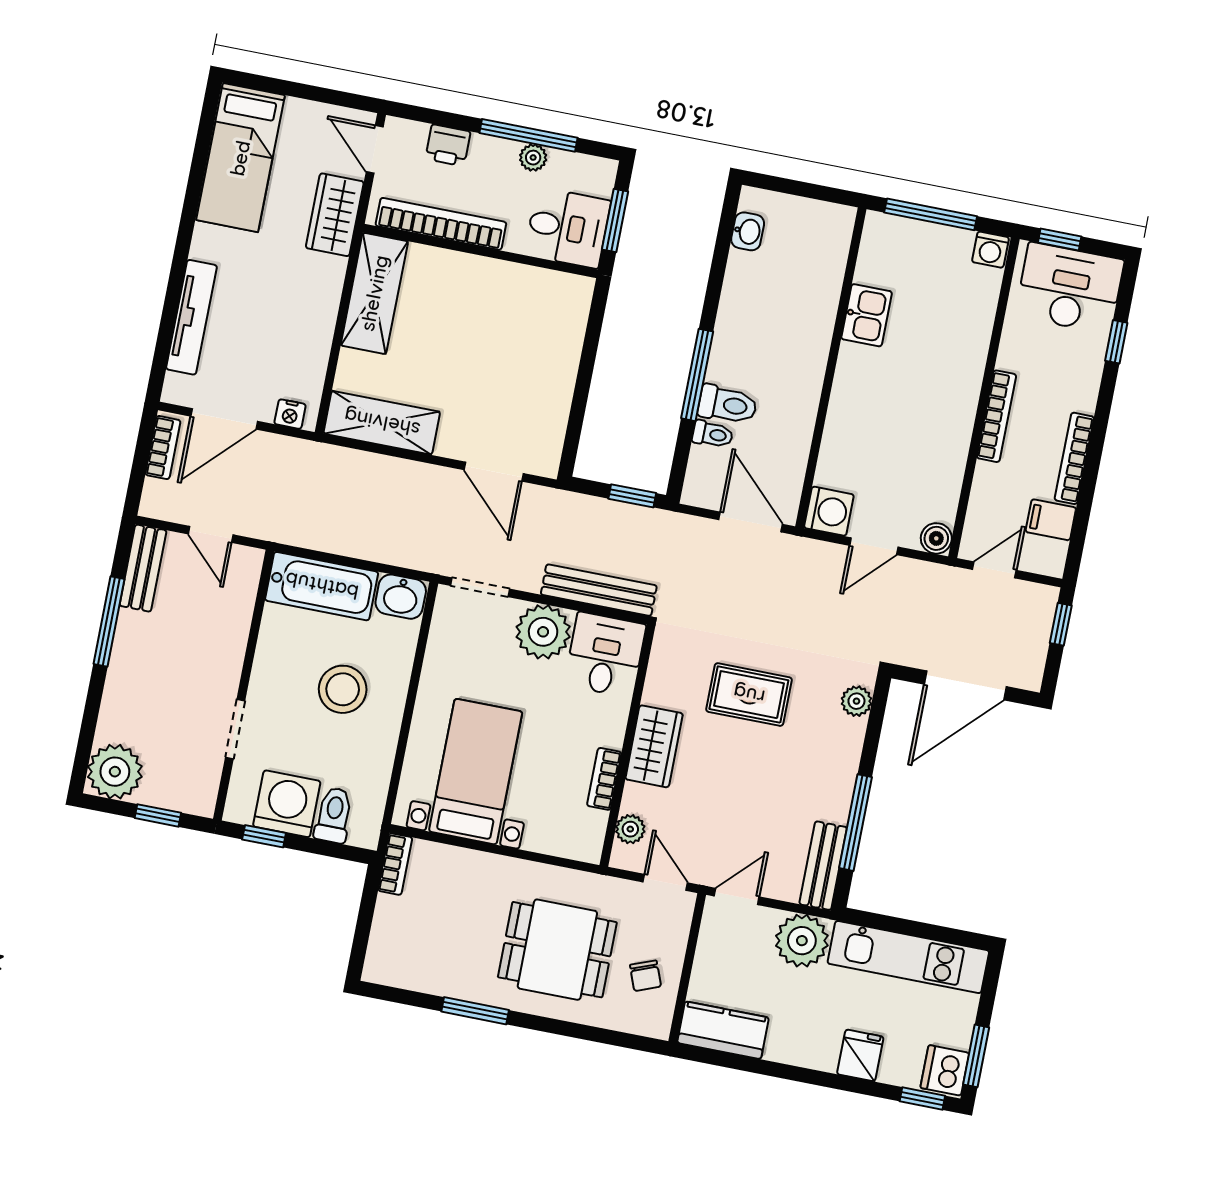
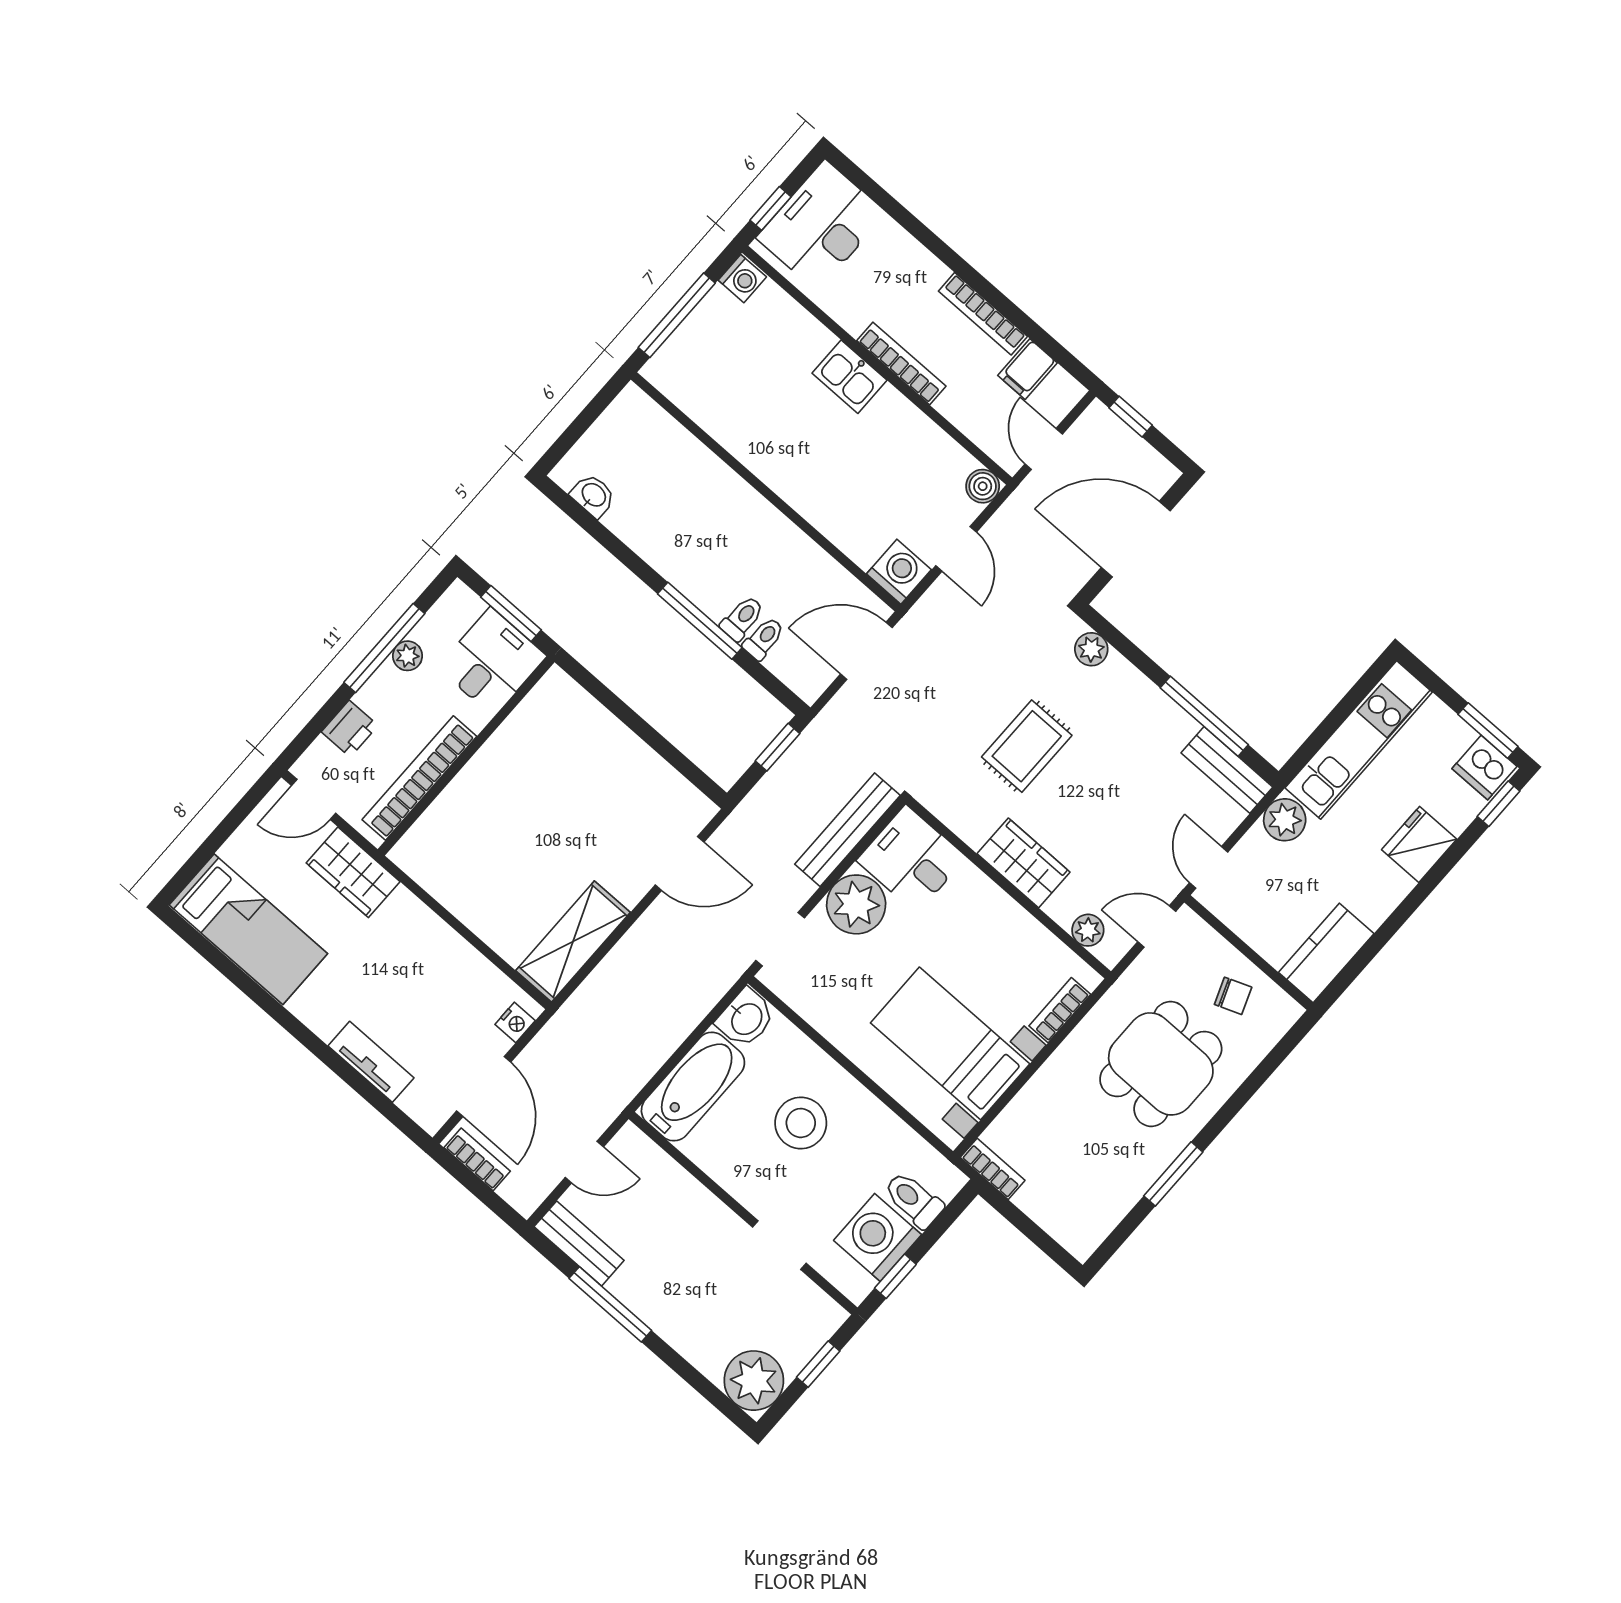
shelving: (374, 293) -> (448, 878), removed
kitchen sink: (867, 315) -> (850, 377), moved, turned 180
tv unit: (192, 317) -> (371, 1062), width x0.71
window: (1116, 342) -> (897, 211), removed
toilet: (727, 405) -> (742, 618), width x0.73, depth x0.72
door: (965, 685) -> (1136, 539), swing flipped
bookcase: (604, 779) -> (1060, 1010), moved, turned 90
plant: (802, 941) -> (1285, 820), width x0.73, depth x0.73
fridge: (860, 1055) -> (1419, 844), width x1.38

